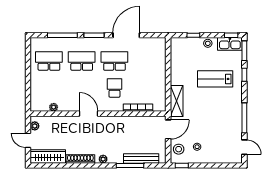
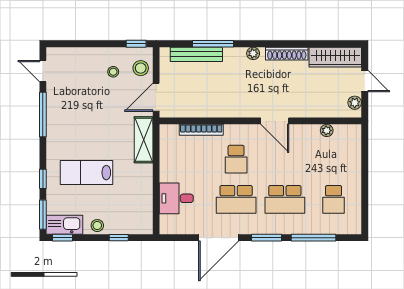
school desk: (49, 61) -> (334, 199), width x0.54
desk: (155, 62) -> (176, 198), added
lab bench: (215, 79) -> (86, 173), turned 180

